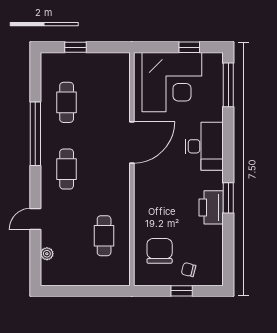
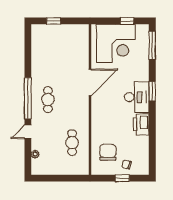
cafe table: (67, 102) -> (48, 57), removed
window: (35, 134) -> (28, 98), moved
desk: (204, 146) -> (137, 97), moved
window: (228, 198) -> (152, 91), moved

